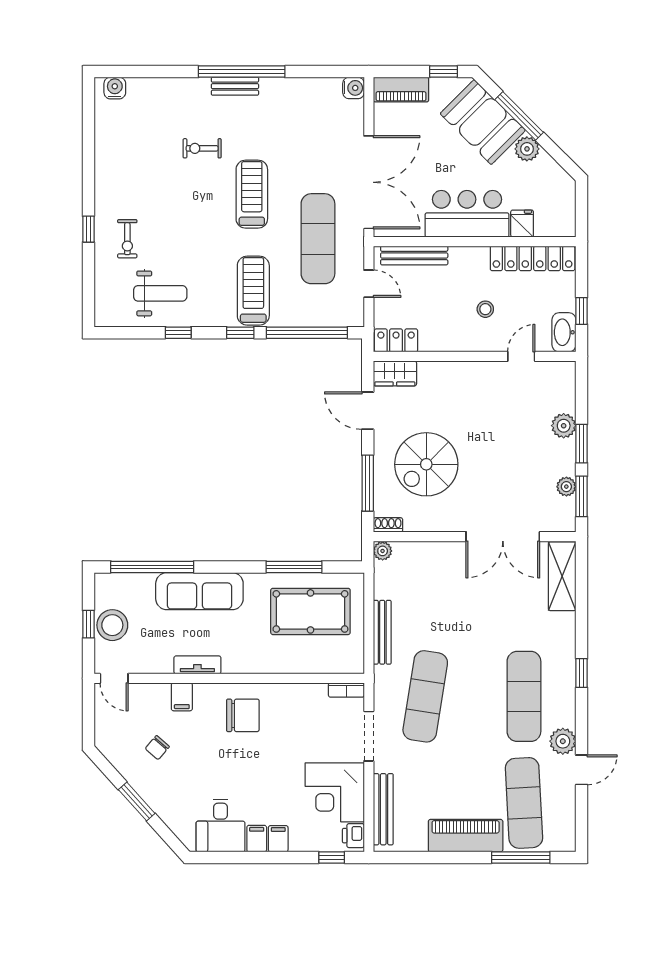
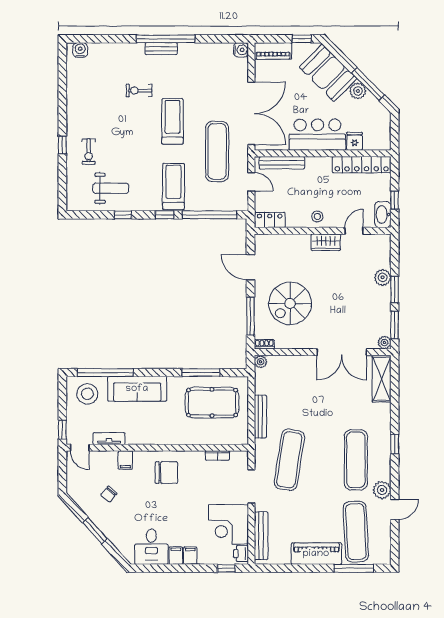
window: (519, 116) -> (368, 84), moved
stool: (485, 309) -> (317, 216), moved
wardrobe: (395, 373) -> (326, 242), moved
plant: (566, 487) -> (384, 343), moved
window: (88, 624) -> (62, 430), moved
stool: (112, 625) -> (87, 394), moved
tv unit: (197, 665) -> (109, 439), moved
bookcase: (346, 690) -> (217, 456), moved

